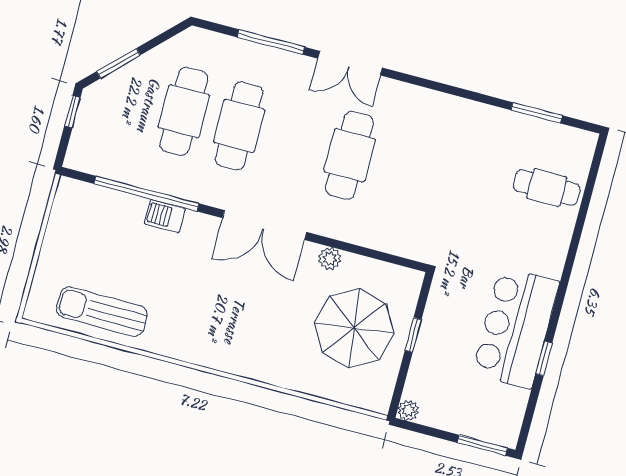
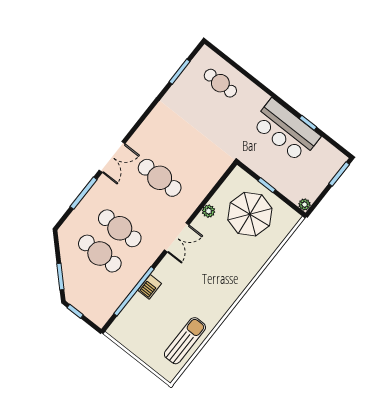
cafe table: (547, 188) -> (220, 83), turned 90
double door: (264, 225) -> (177, 237), width x0.73
sun lounger: (102, 312) -> (185, 341), turned 180

